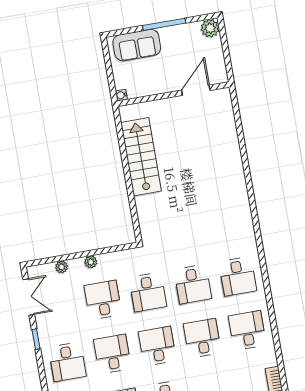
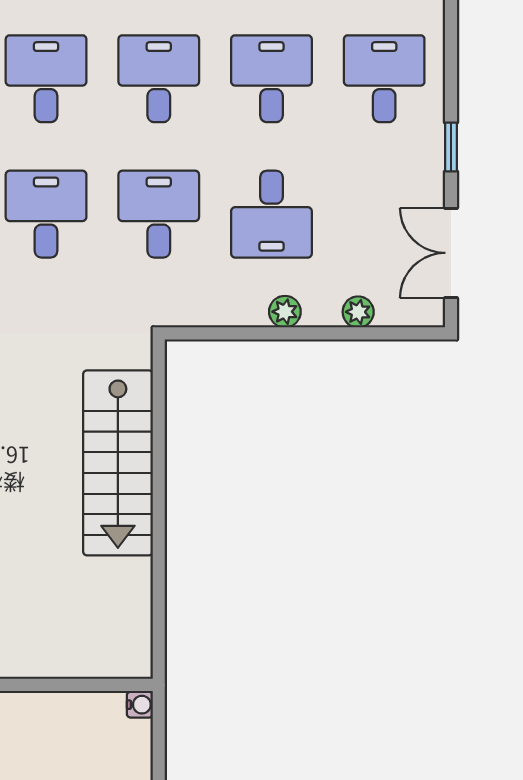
stairs: (141, 157) -> (118, 463), moved
desk: (202, 338) -> (46, 79), turned 180
desk: (157, 346) -> (159, 79), turned 180
desk: (112, 354) -> (271, 79), turned 180

